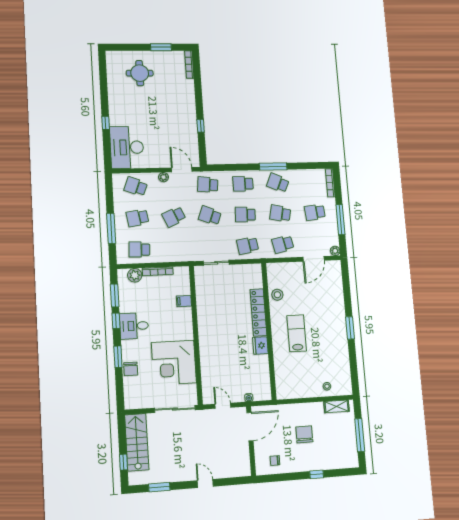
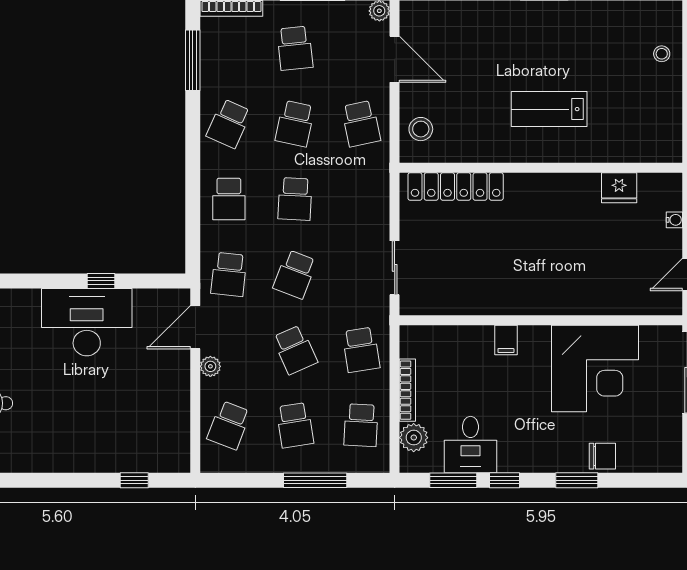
window: (106, 123) -> (134, 480), moved
desk: (127, 147) -> (87, 322), moved, turned 180
window: (273, 166) -> (193, 60), moved
school desk: (248, 246) -> (361, 350), moved
stool: (277, 295) -> (421, 129), moved
filing cabinet: (184, 301) -> (506, 340), moved
locker: (258, 312) -> (456, 186), moved
desk: (134, 326) -> (470, 445), moved
fridge: (260, 345) -> (619, 188), moved

